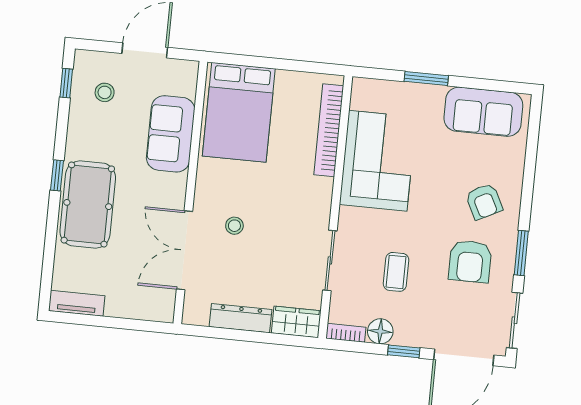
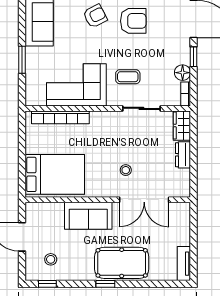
sofa: (171, 134) -> (88, 216), moved
coffee table: (396, 272) -> (128, 77), moved
dresser: (240, 318) -> (183, 155), width x0.70

